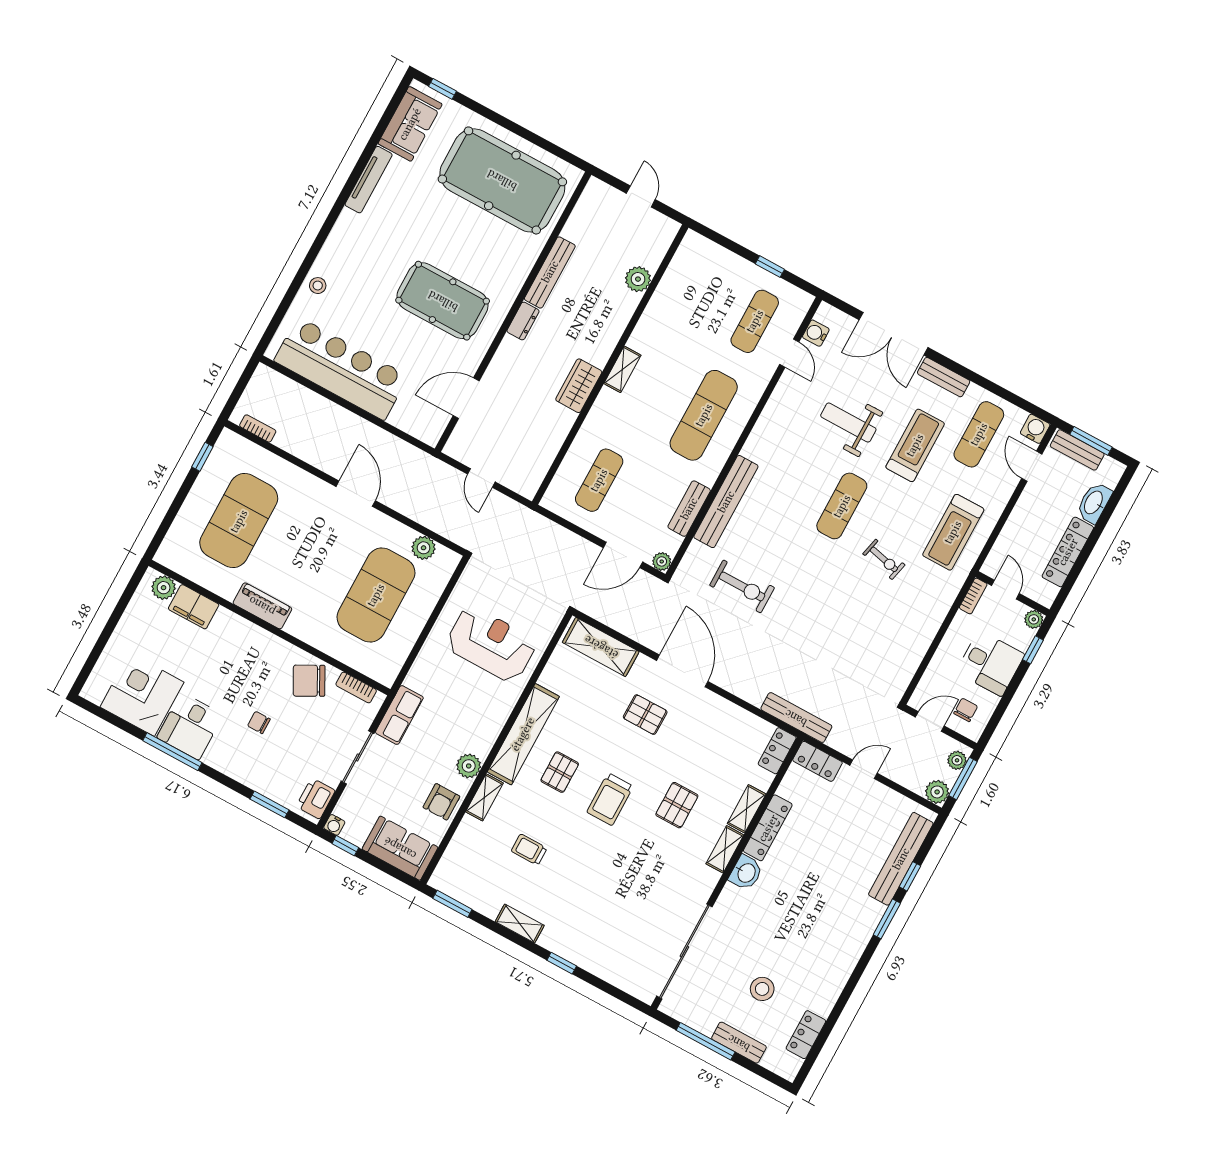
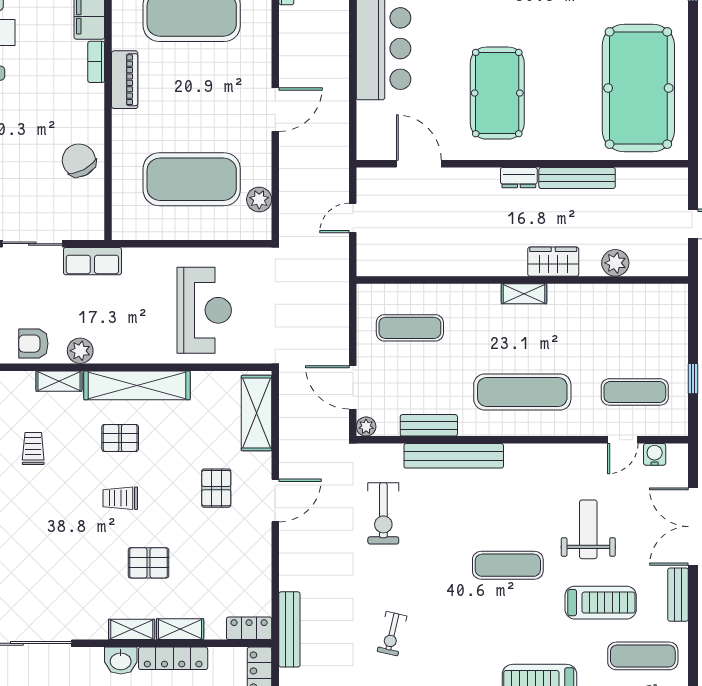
wardrobe: (579, 386) -> (553, 262), moved
exercise bike: (884, 559) -> (392, 634), moved
door: (682, 671) -> (275, 501), width x0.73
bookcase: (356, 688) -> (96, 62), moved
chair: (259, 722) -> (15, 135), removed
trolley: (610, 799) -> (120, 498), width x0.73, depth x0.72

